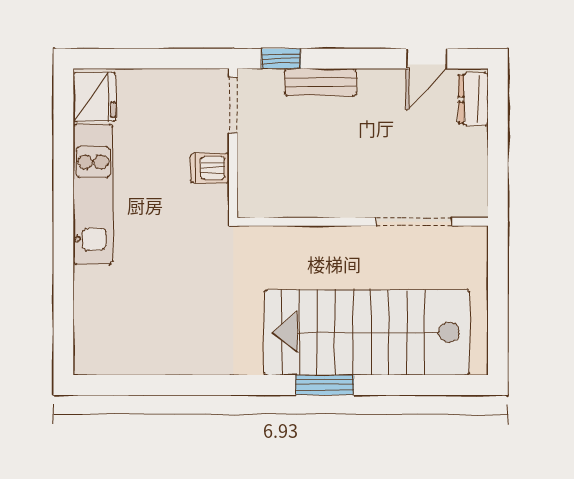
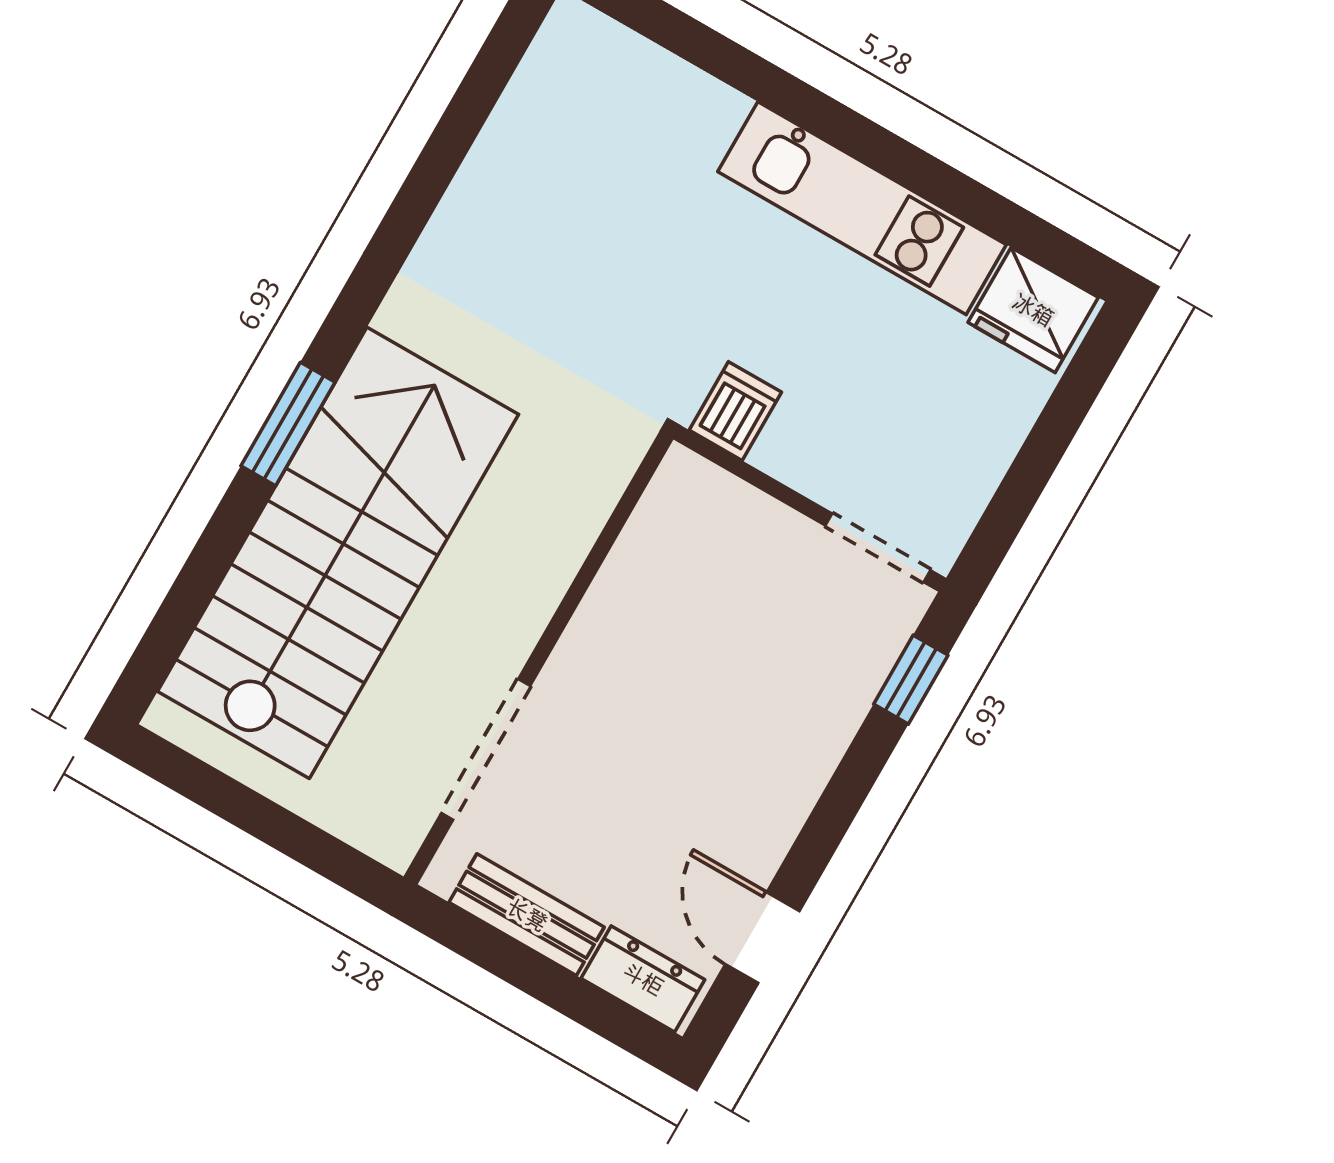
bench: (320, 82) -> (527, 915), moved, turned 90
dishwasher: (210, 168) -> (735, 411), moved

